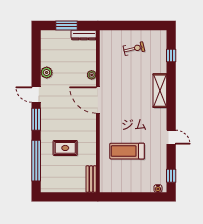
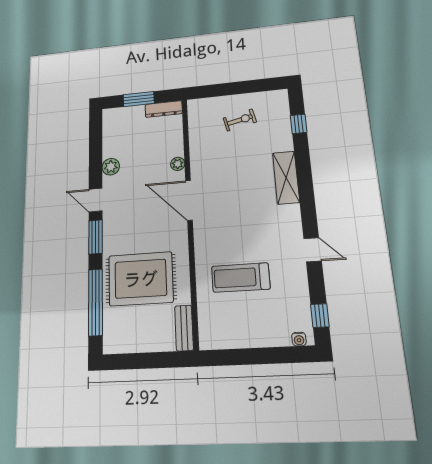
rug: (65, 148) -> (141, 279), width x1.86, depth x2.06

